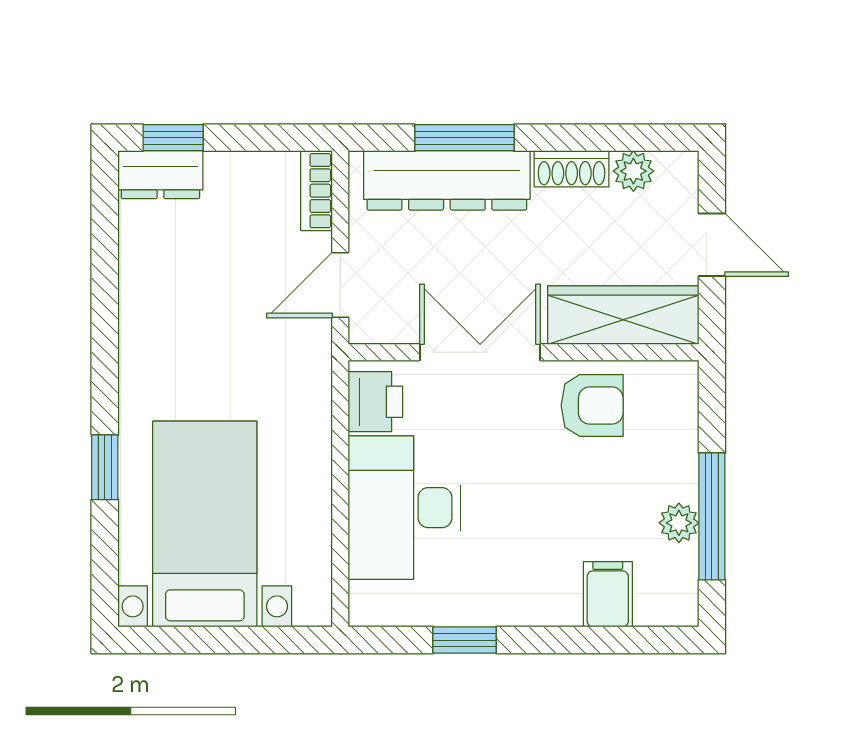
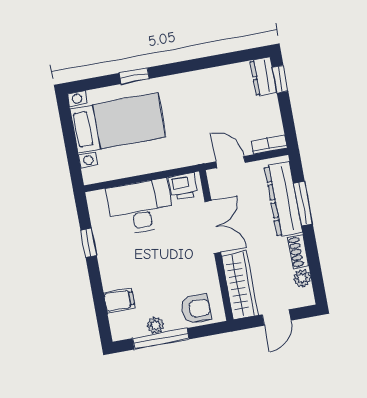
armchair: (592, 405) -> (196, 309), moved, turned -90

